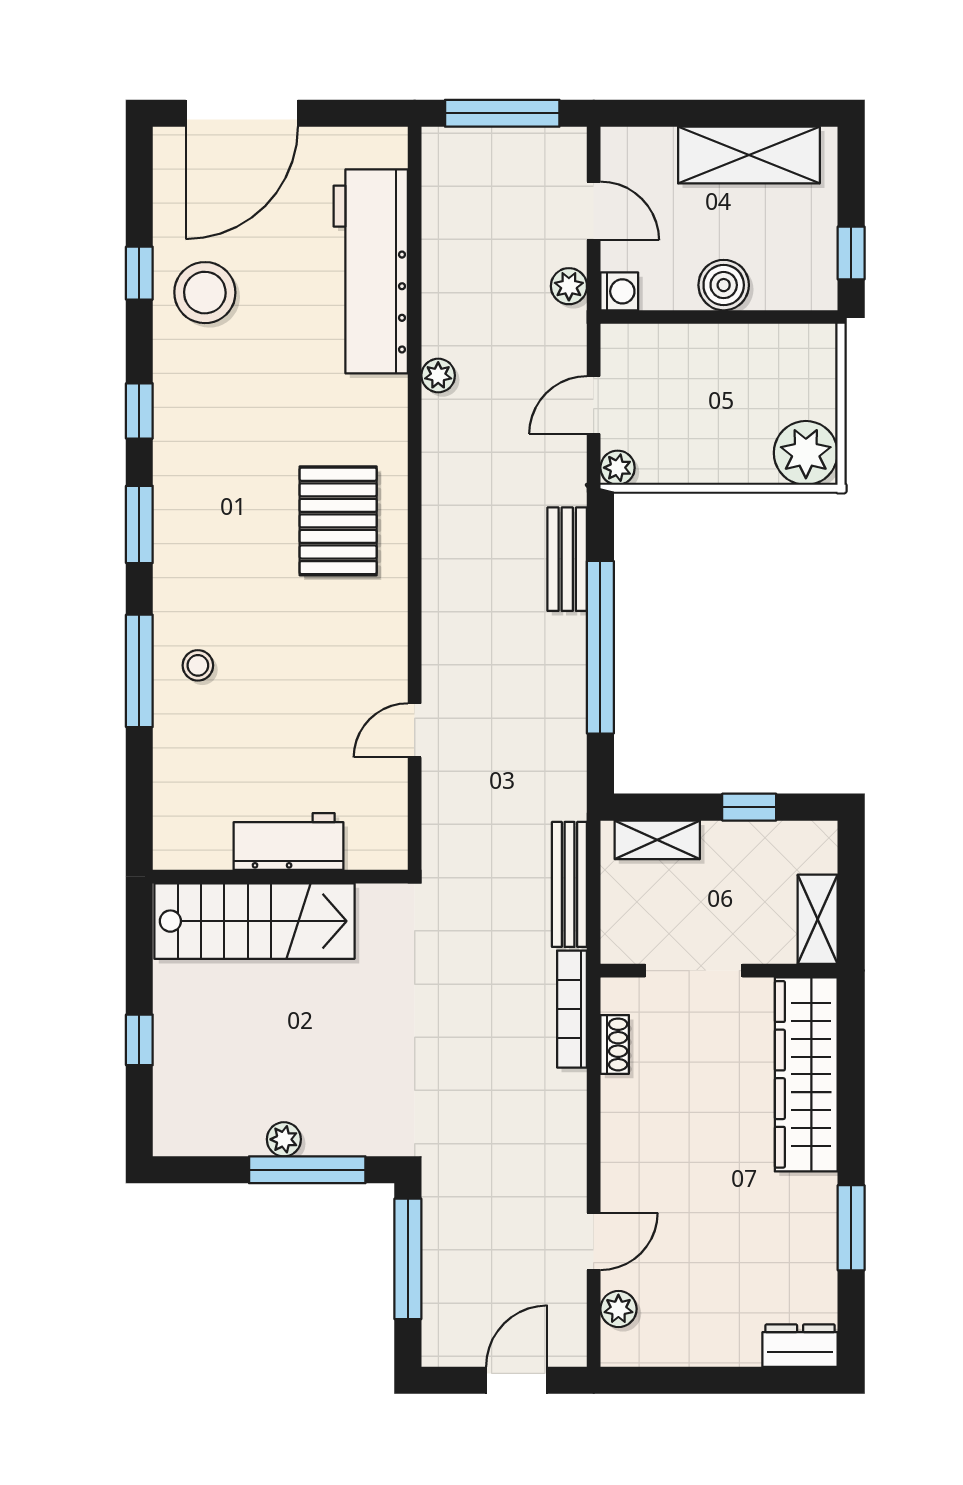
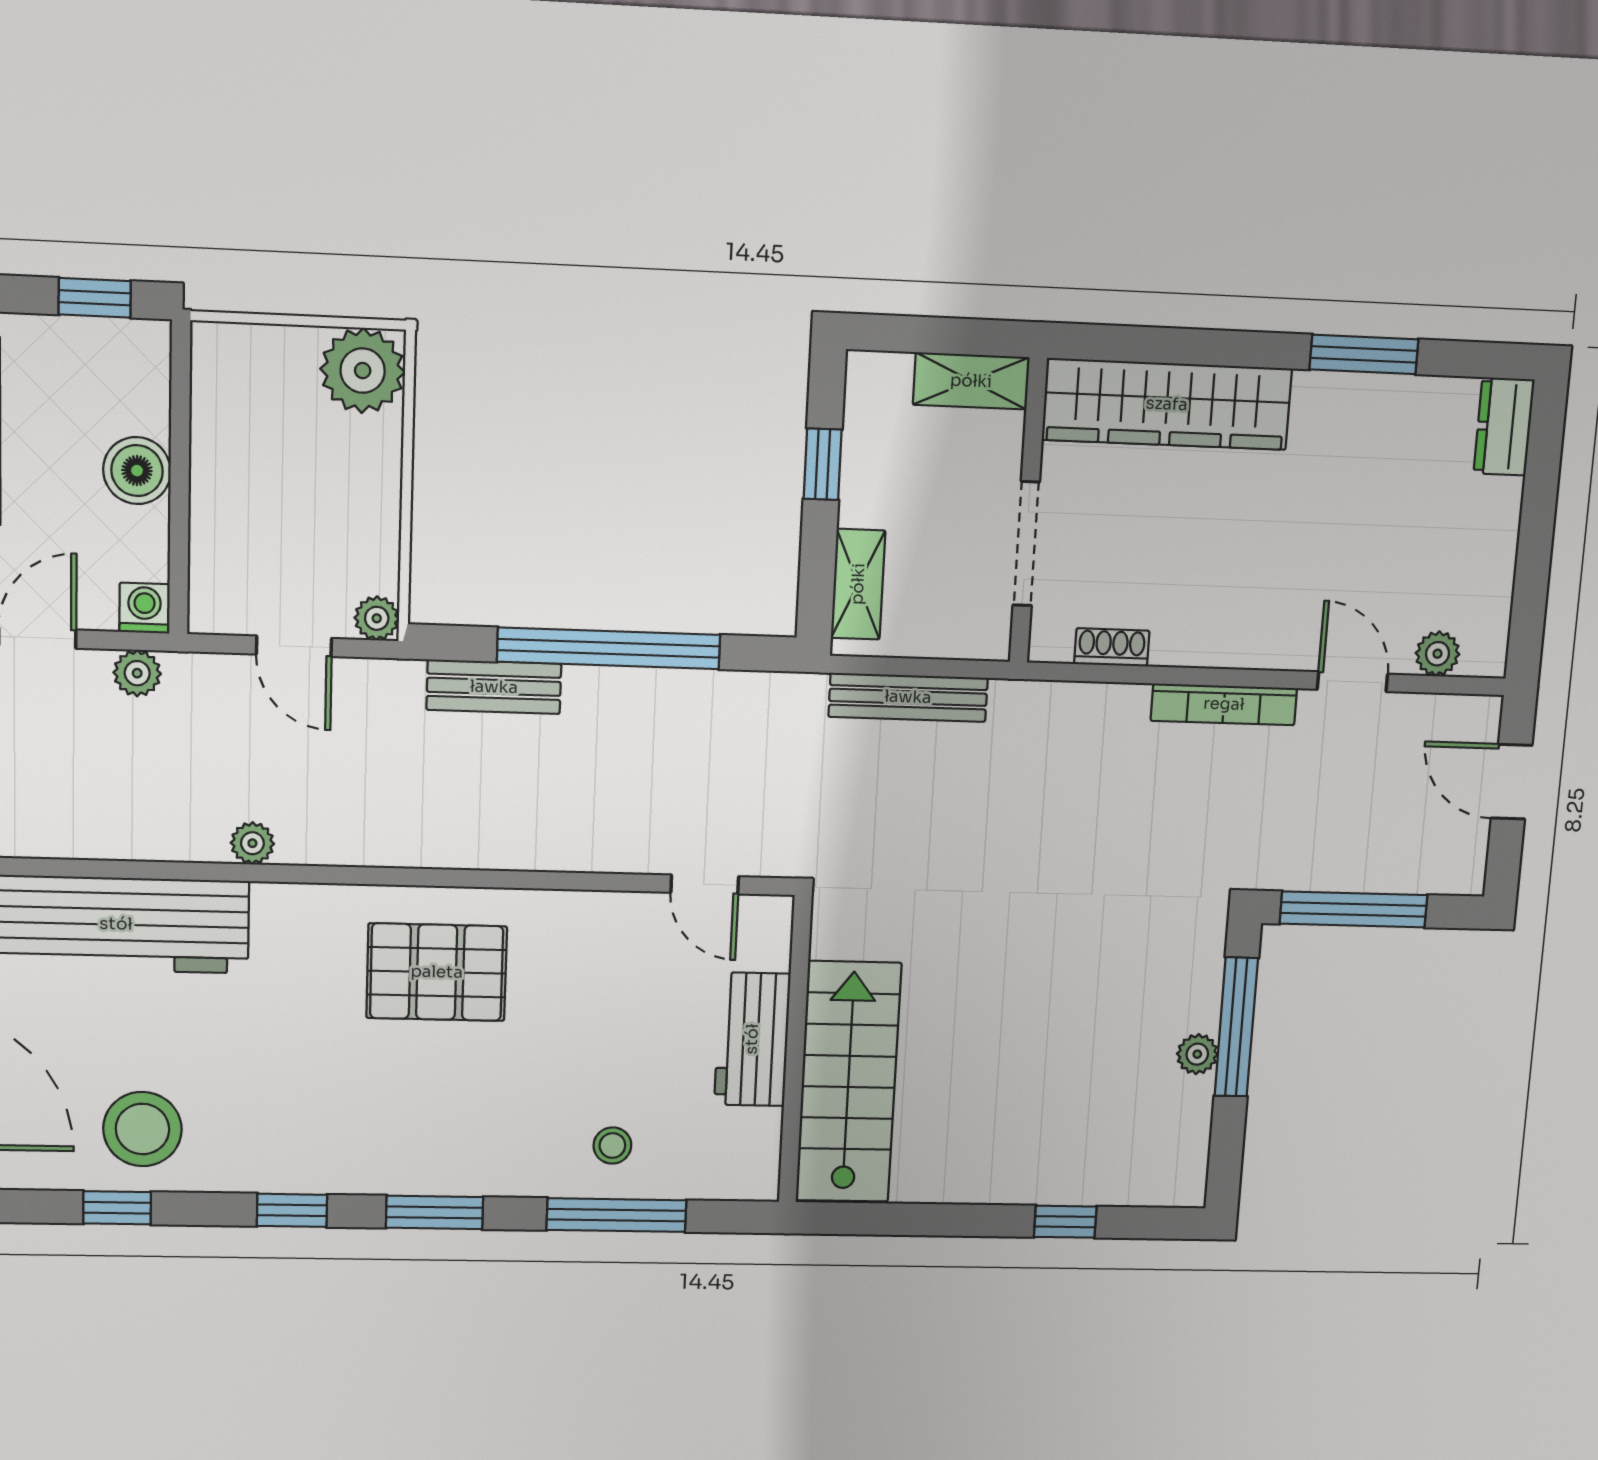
workbench: (288, 841) -> (752, 1039), moved
wall: (280, 877) -> (795, 1050), moved
stairs: (254, 921) -> (848, 1082), moved
bookcase: (572, 1009) -> (1224, 704), moved

